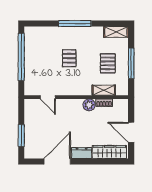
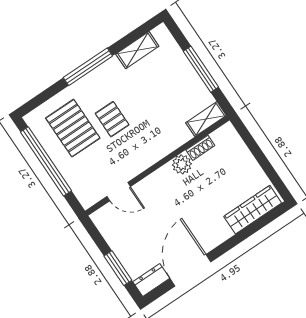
shelving: (116, 32) -> (137, 50), moved
pallet: (108, 63) -> (73, 128), moved, width x1.50, depth x1.42
shelving: (104, 90) -> (206, 119), moved
door: (131, 132) -> (264, 163), removed
dresser: (82, 153) -> (151, 280), moved

